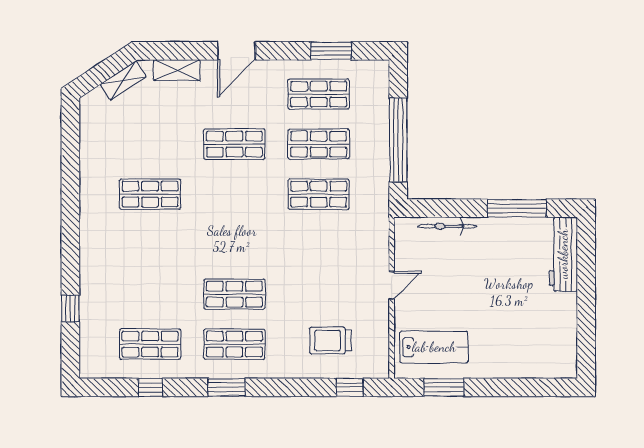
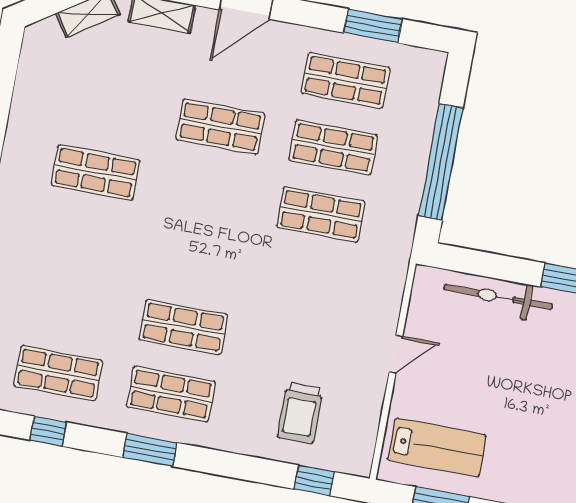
bicycle: (447, 226) -> (498, 297), width x1.37, depth x1.40
trolley: (330, 341) -> (300, 413), turned -90

